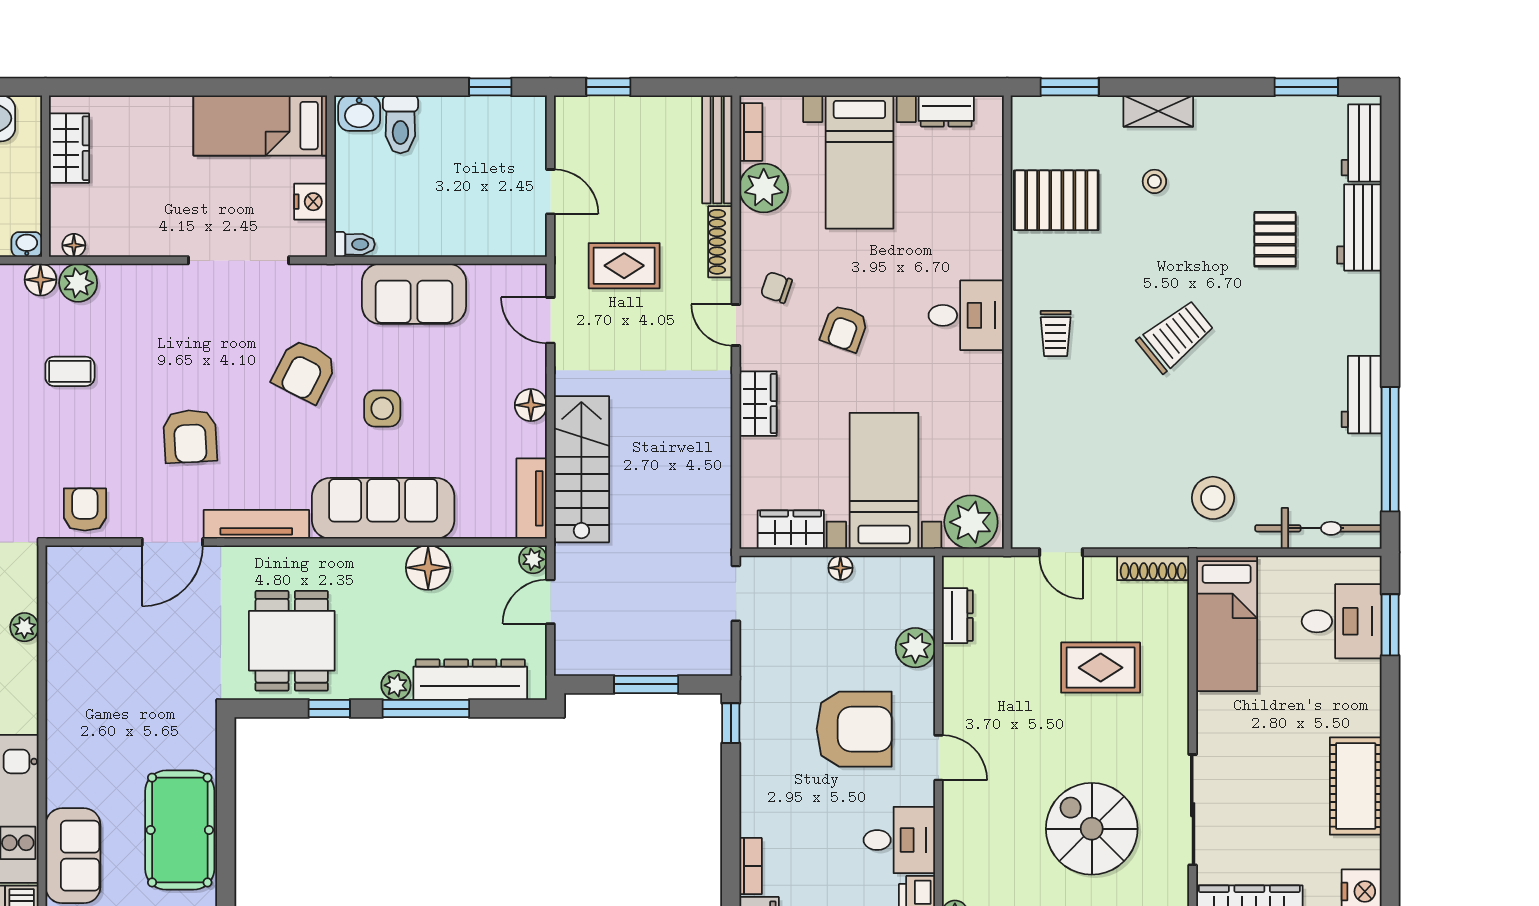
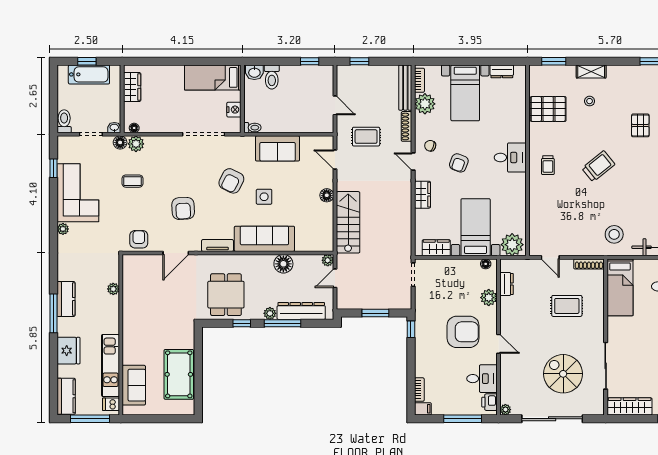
tv unit: (532, 498) -> (327, 235), removed
tv unit: (256, 524) -> (218, 245), width x0.71
floor lamp: (840, 568) -> (486, 264), moved

